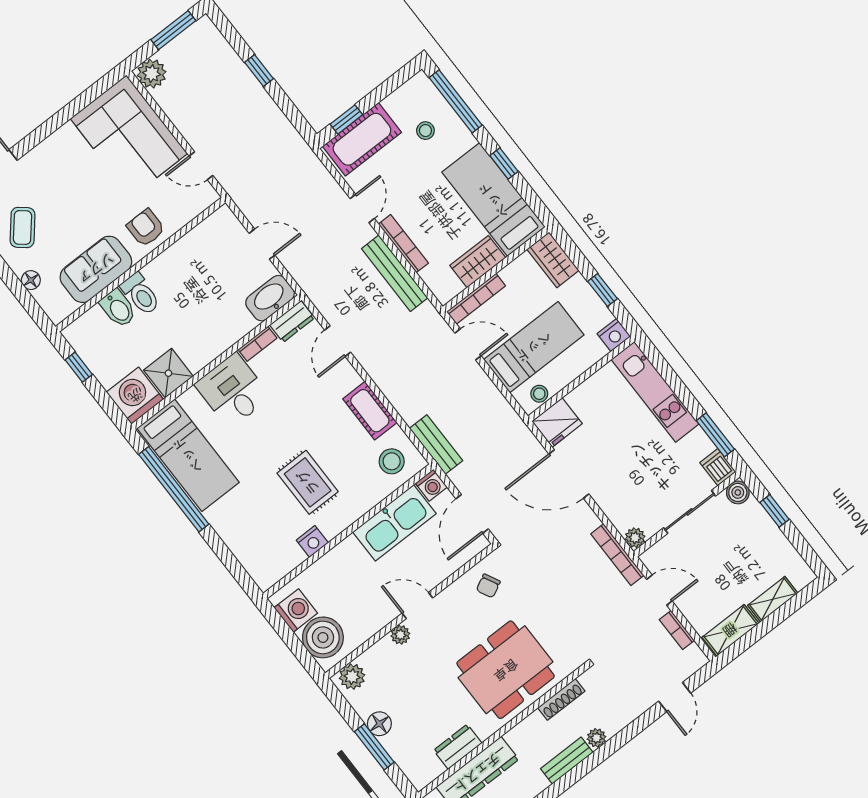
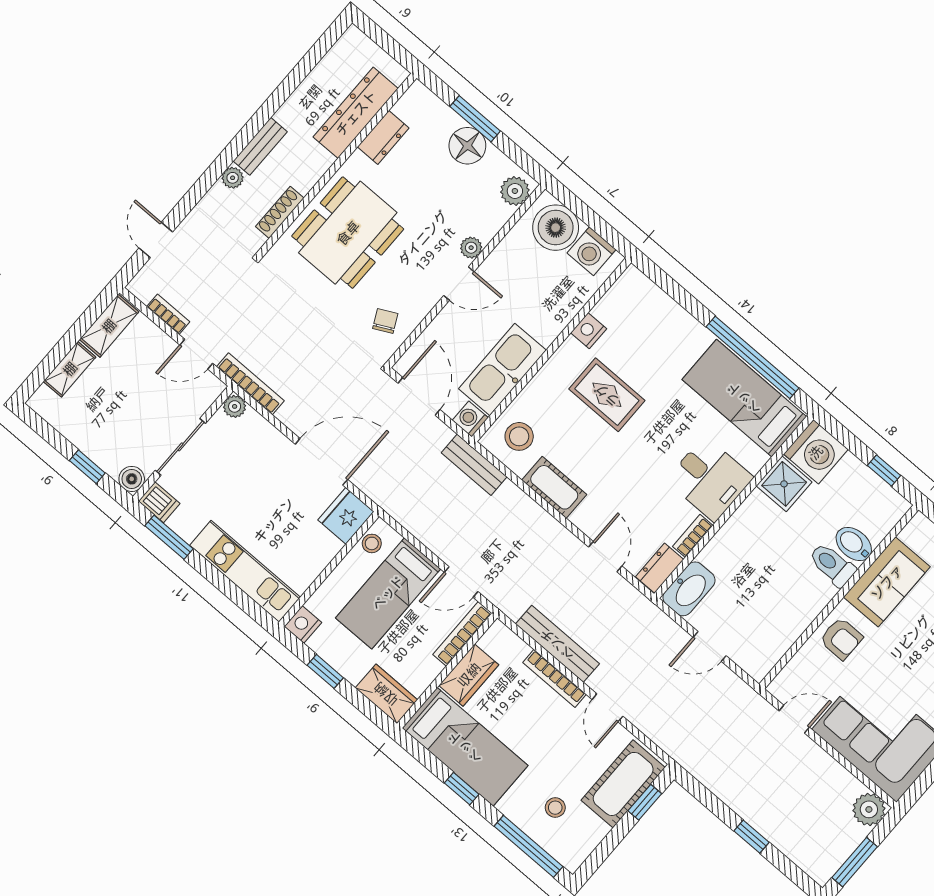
floor lamp: (379, 724) -> (467, 146), width x1.38, depth x1.38

